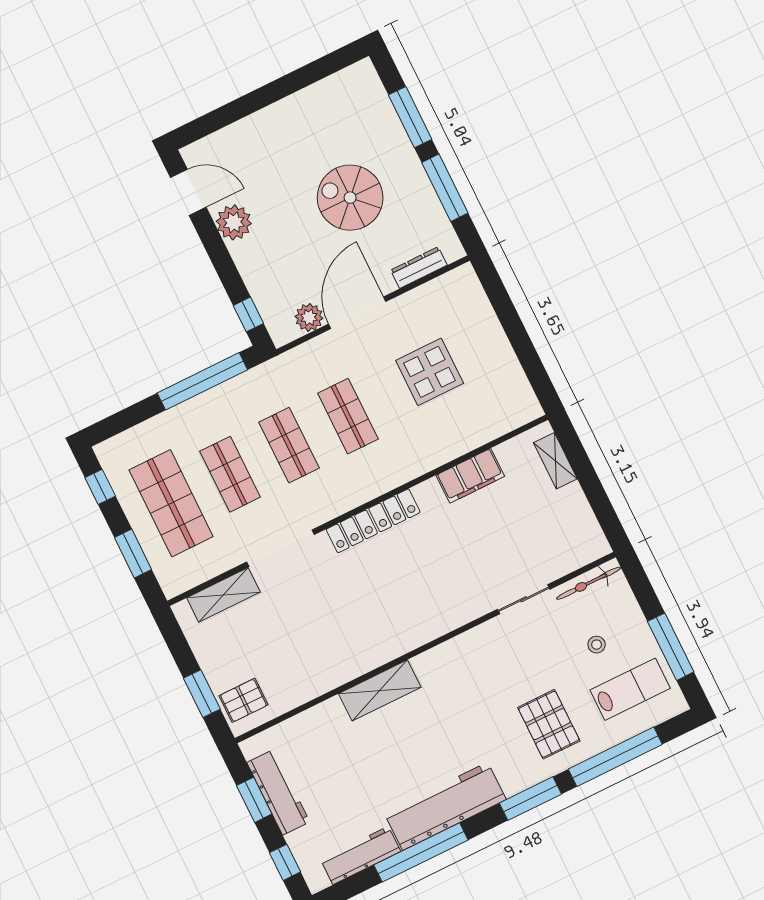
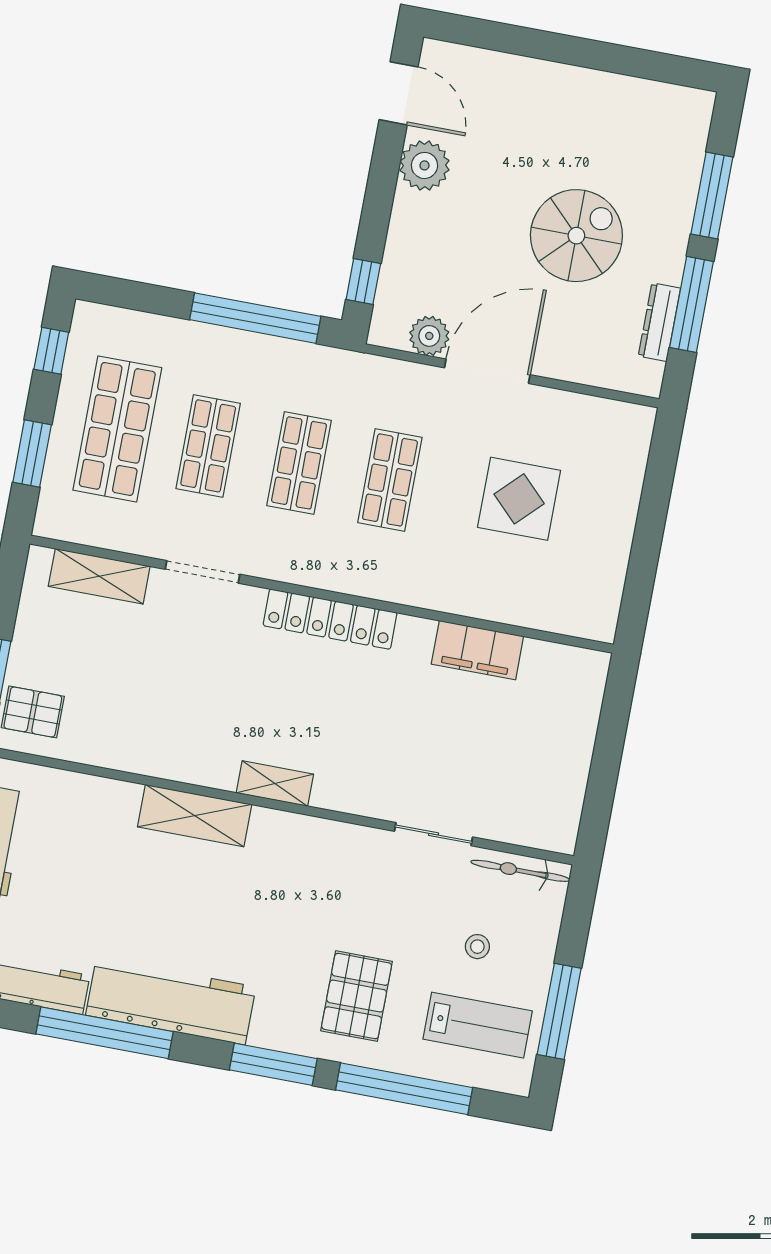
spiral stairs: (350, 198) -> (576, 236), turned 90
dresser: (419, 268) -> (659, 322), moved, turned -90
shelving: (555, 461) -> (275, 784), moved, turned 90
doorway: (280, 548) -> (203, 572), width x0.73

